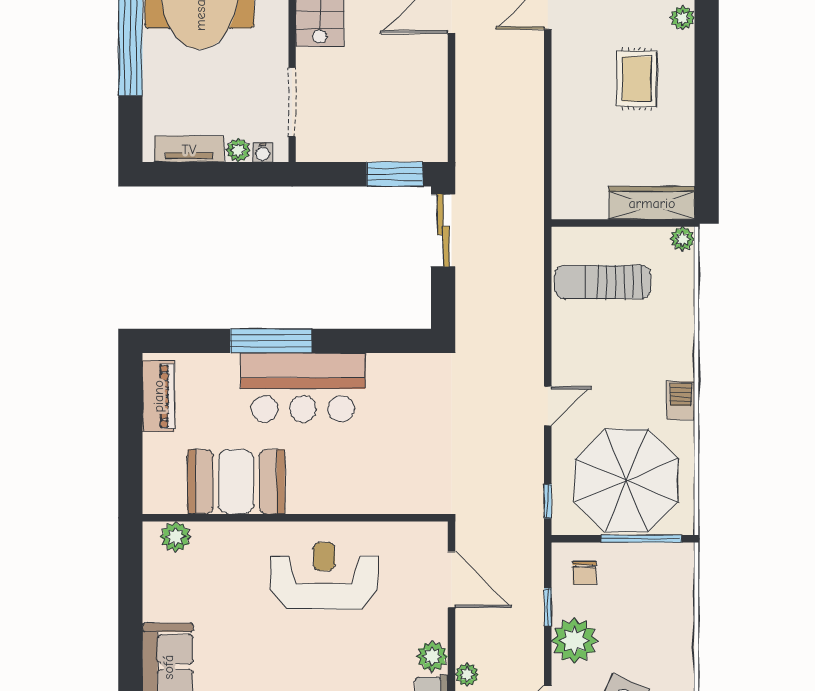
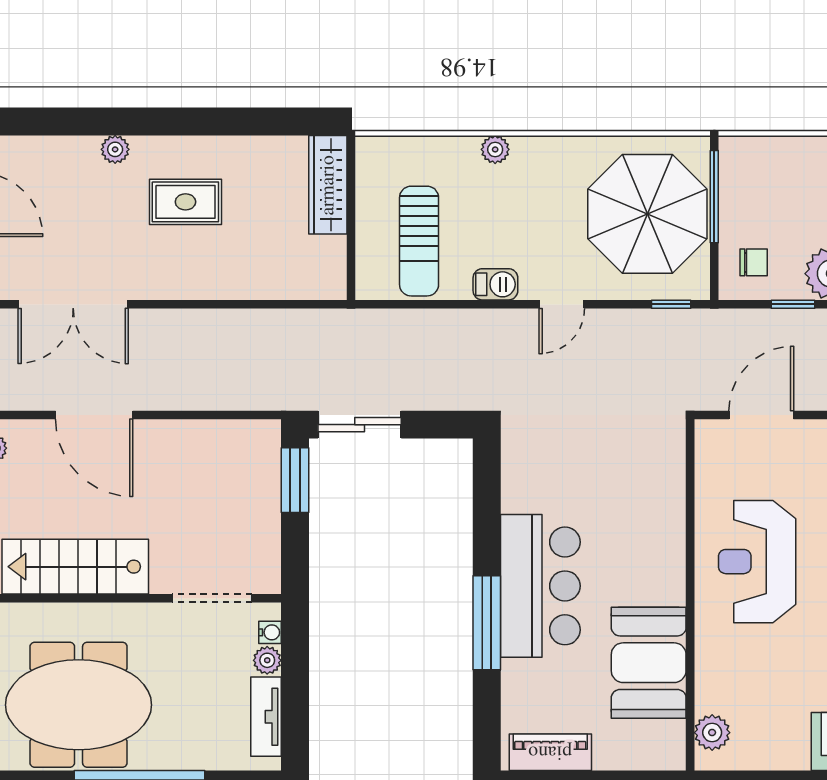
plant: (682, 239) -> (495, 149), moved
barbecue: (681, 400) -> (495, 284), moved, turned 180
door: (548, 406) -> (562, 304), swing flipped

